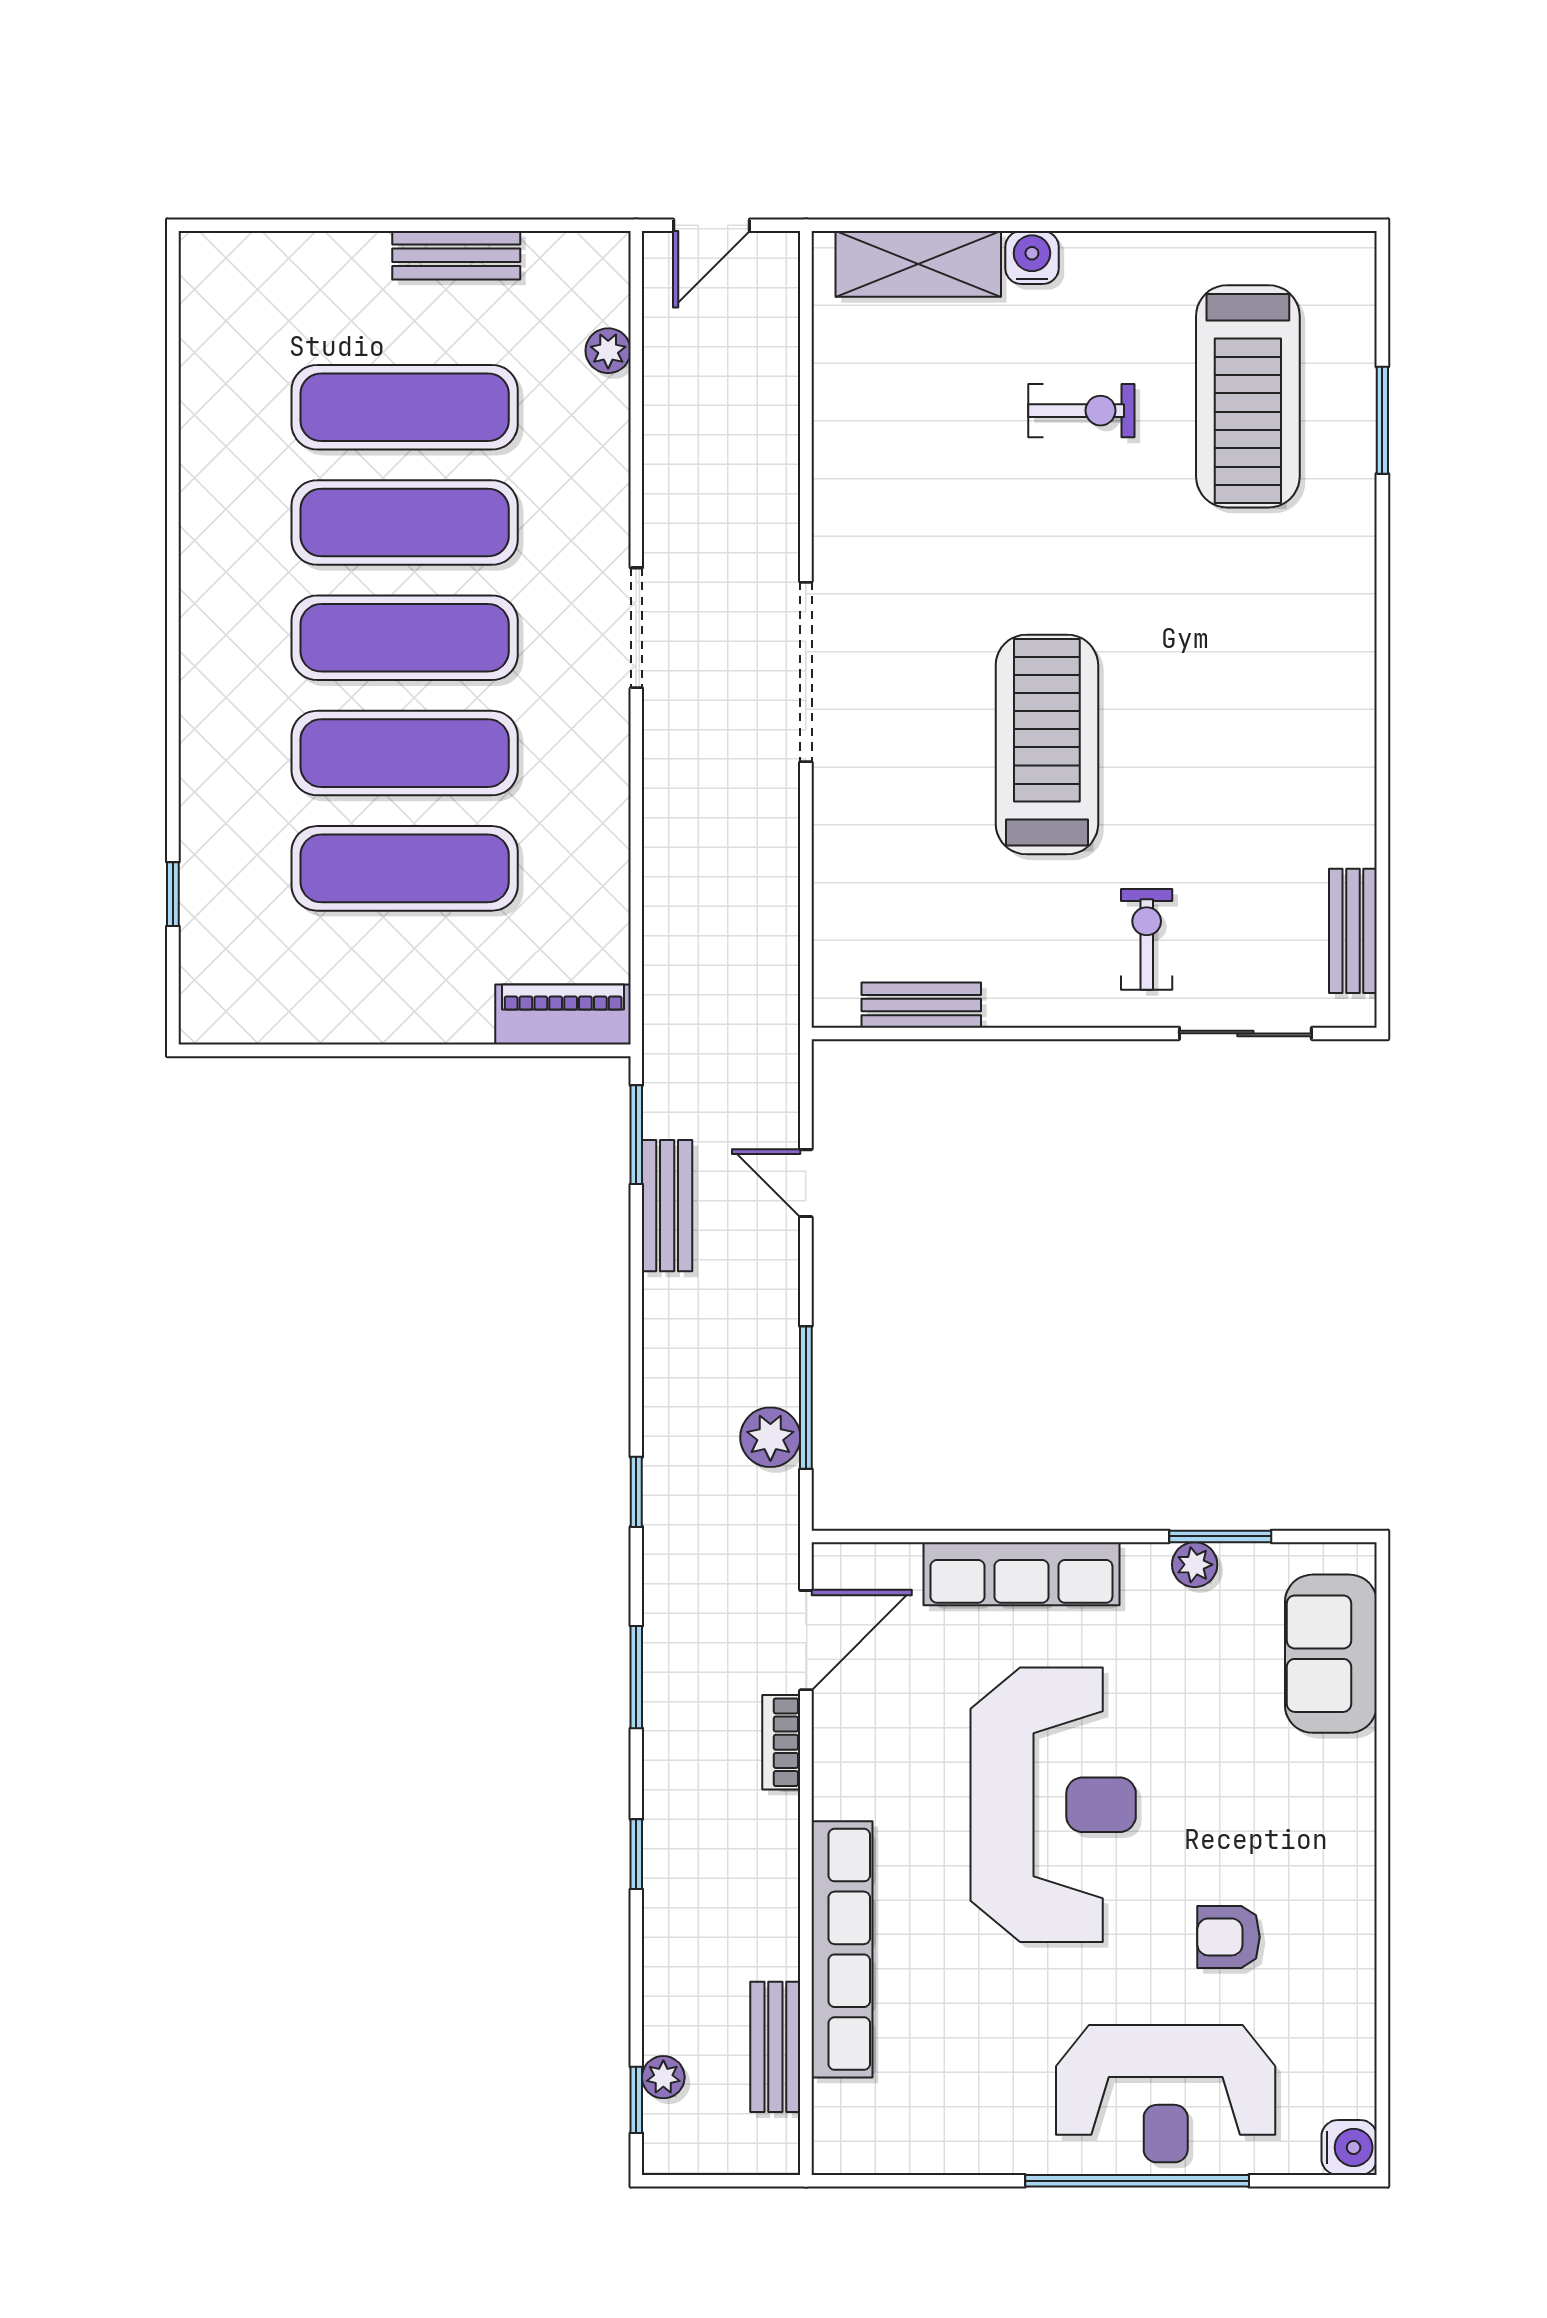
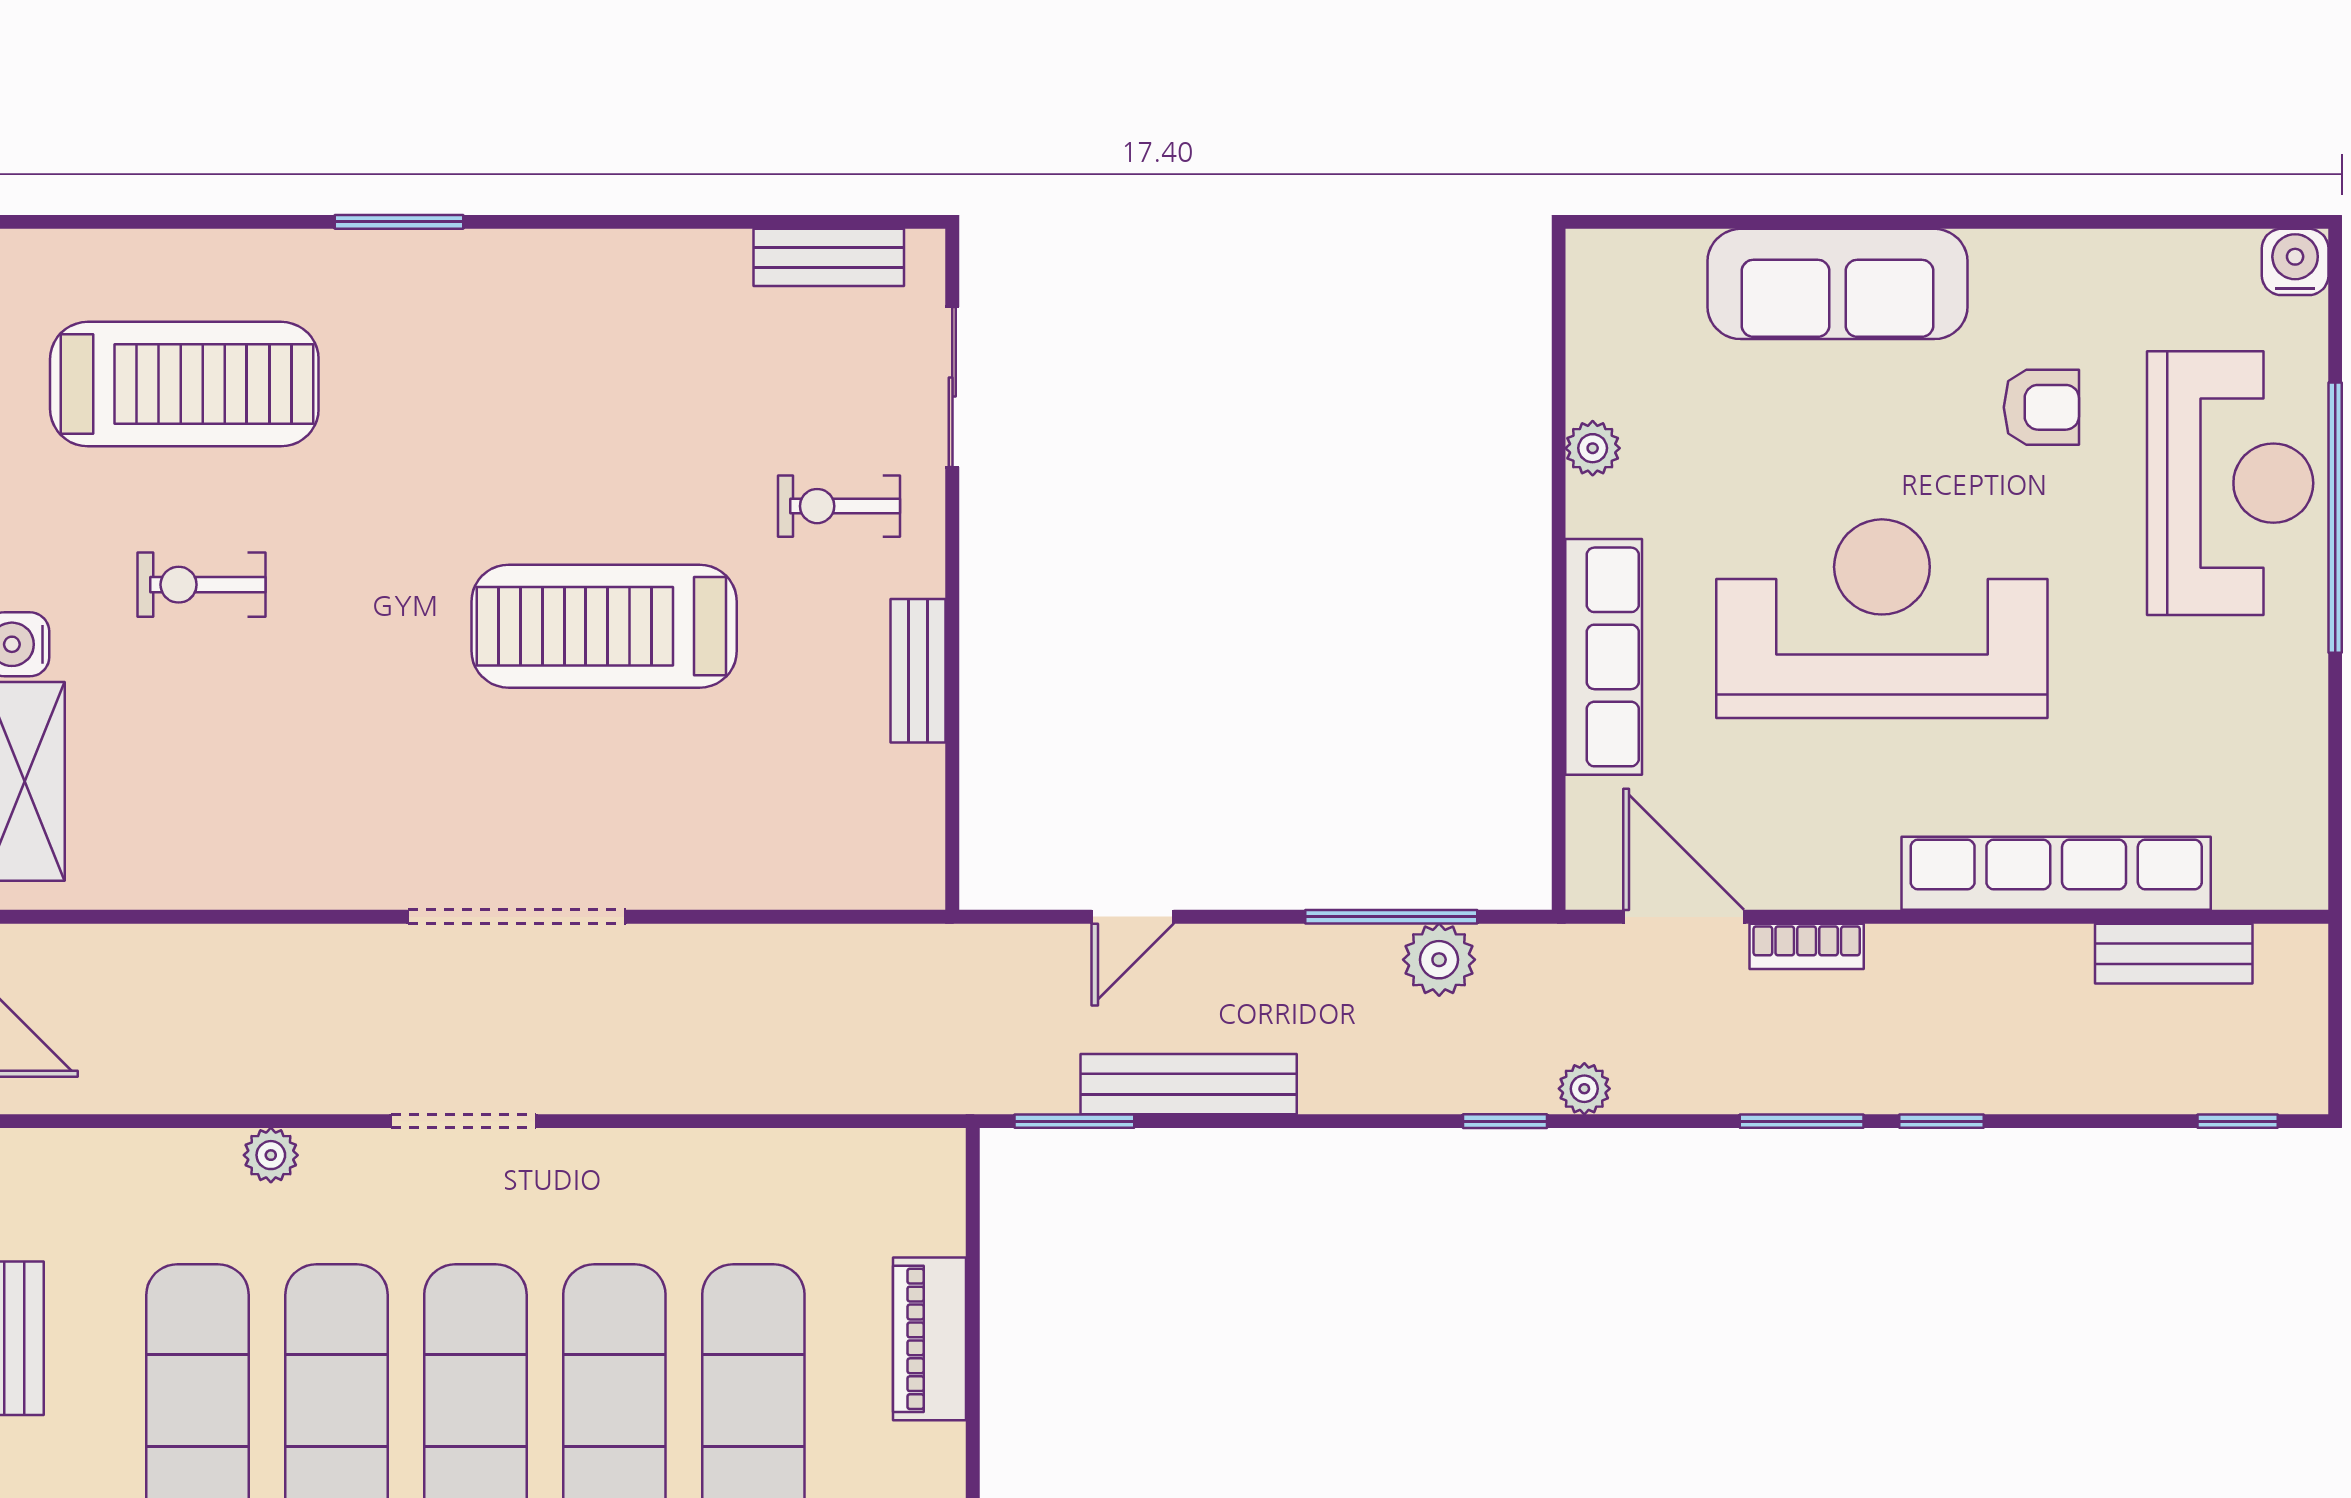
plant: (608, 351) -> (271, 1155), moved
exercise bike: (1081, 411) -> (202, 585), turned -90
window: (1382, 420) -> (399, 222), moved
bench: (921, 1005) -> (918, 671), moved
piano: (563, 1015) -> (929, 1339), moved
bench: (667, 1206) -> (1189, 1084), width x1.36
window: (1220, 1536) -> (1559, 417), removed
sofa: (1331, 1654) -> (1838, 284), moved, width x1.36
window: (636, 1677) -> (1802, 1121), moved
armchair: (1229, 1937) -> (2041, 407), turned -90
plant: (663, 2077) -> (1584, 1089), moved

